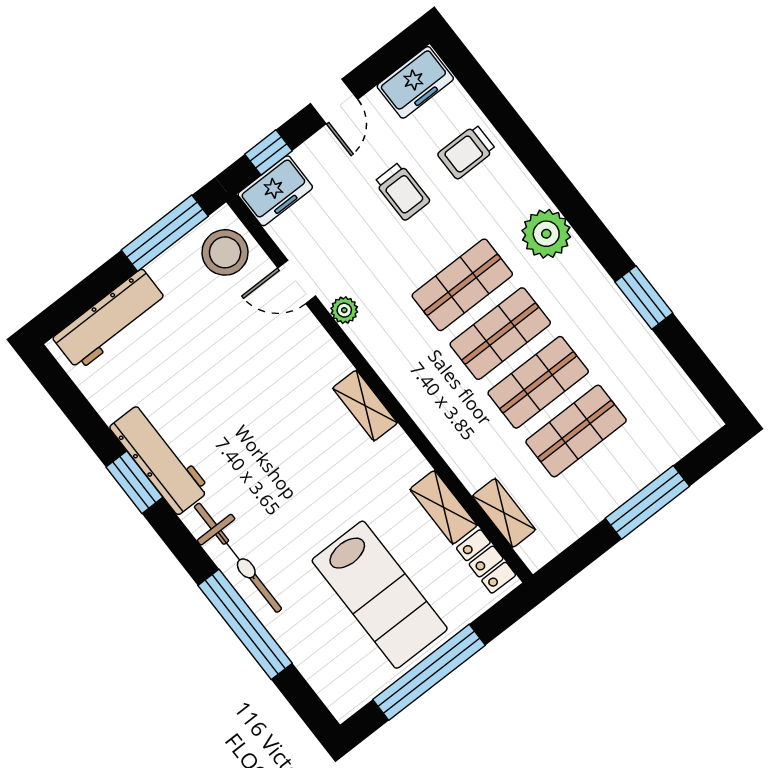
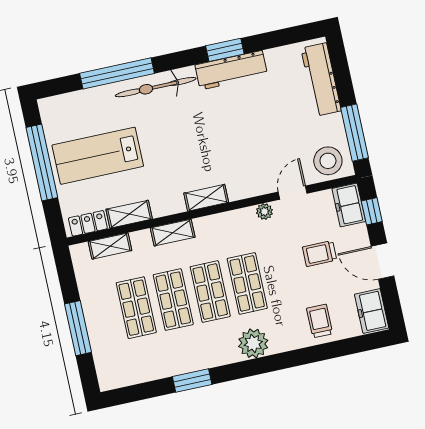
door: (334, 101) -> (383, 261), width x1.37
trolley: (402, 191) -> (320, 254), moved
shelving: (440, 430) -> (173, 233), added

